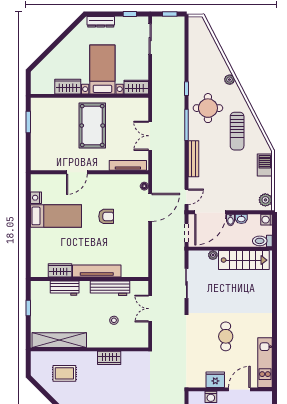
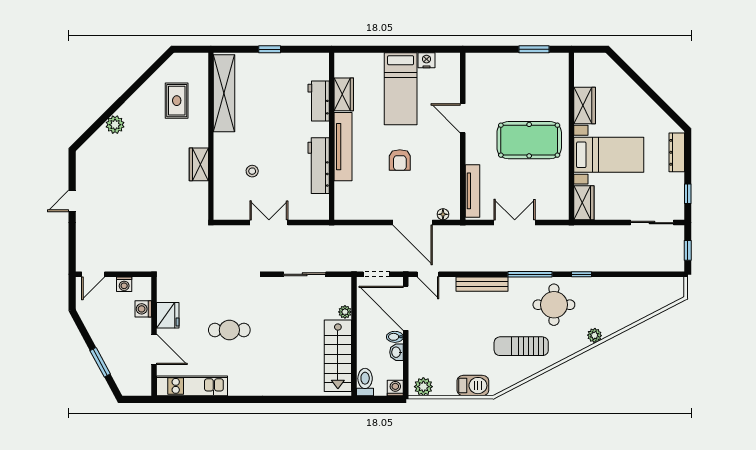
wardrobe: (60, 270) -> (344, 94), moved
tv unit: (97, 271) -> (343, 147), moved
wall: (89, 279) -> (332, 136), moved
workbench: (65, 288) -> (319, 101), moved
workbench: (110, 288) -> (319, 166), moved

